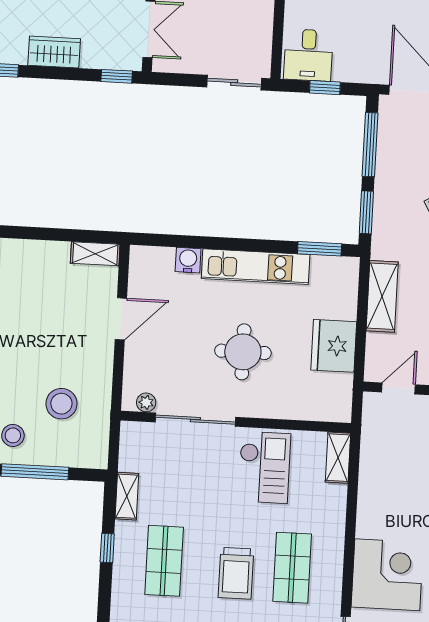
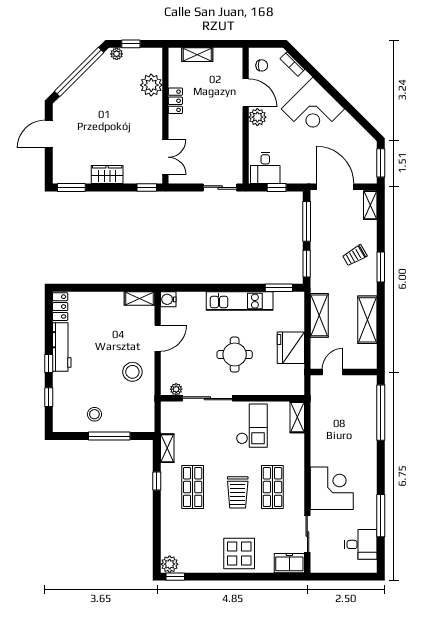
water cooler: (188, 260) -> (168, 299), moved, turned -90
stool: (61, 404) -> (132, 372), moved

